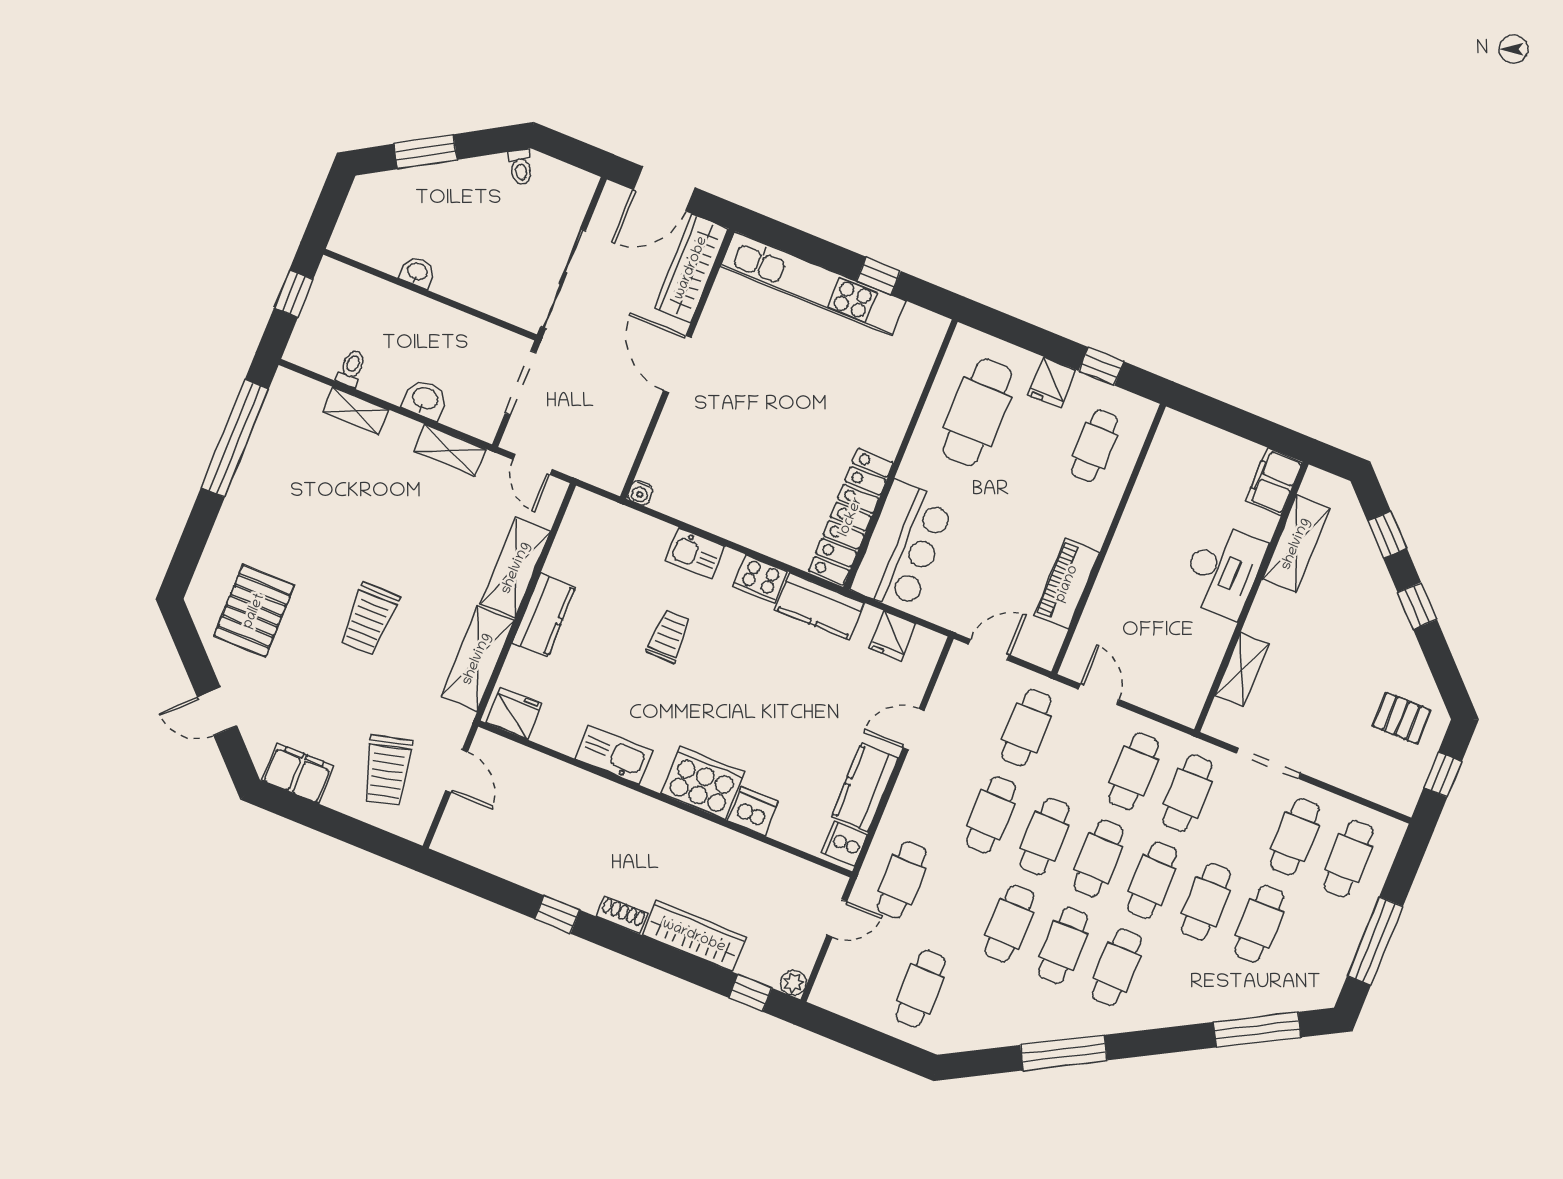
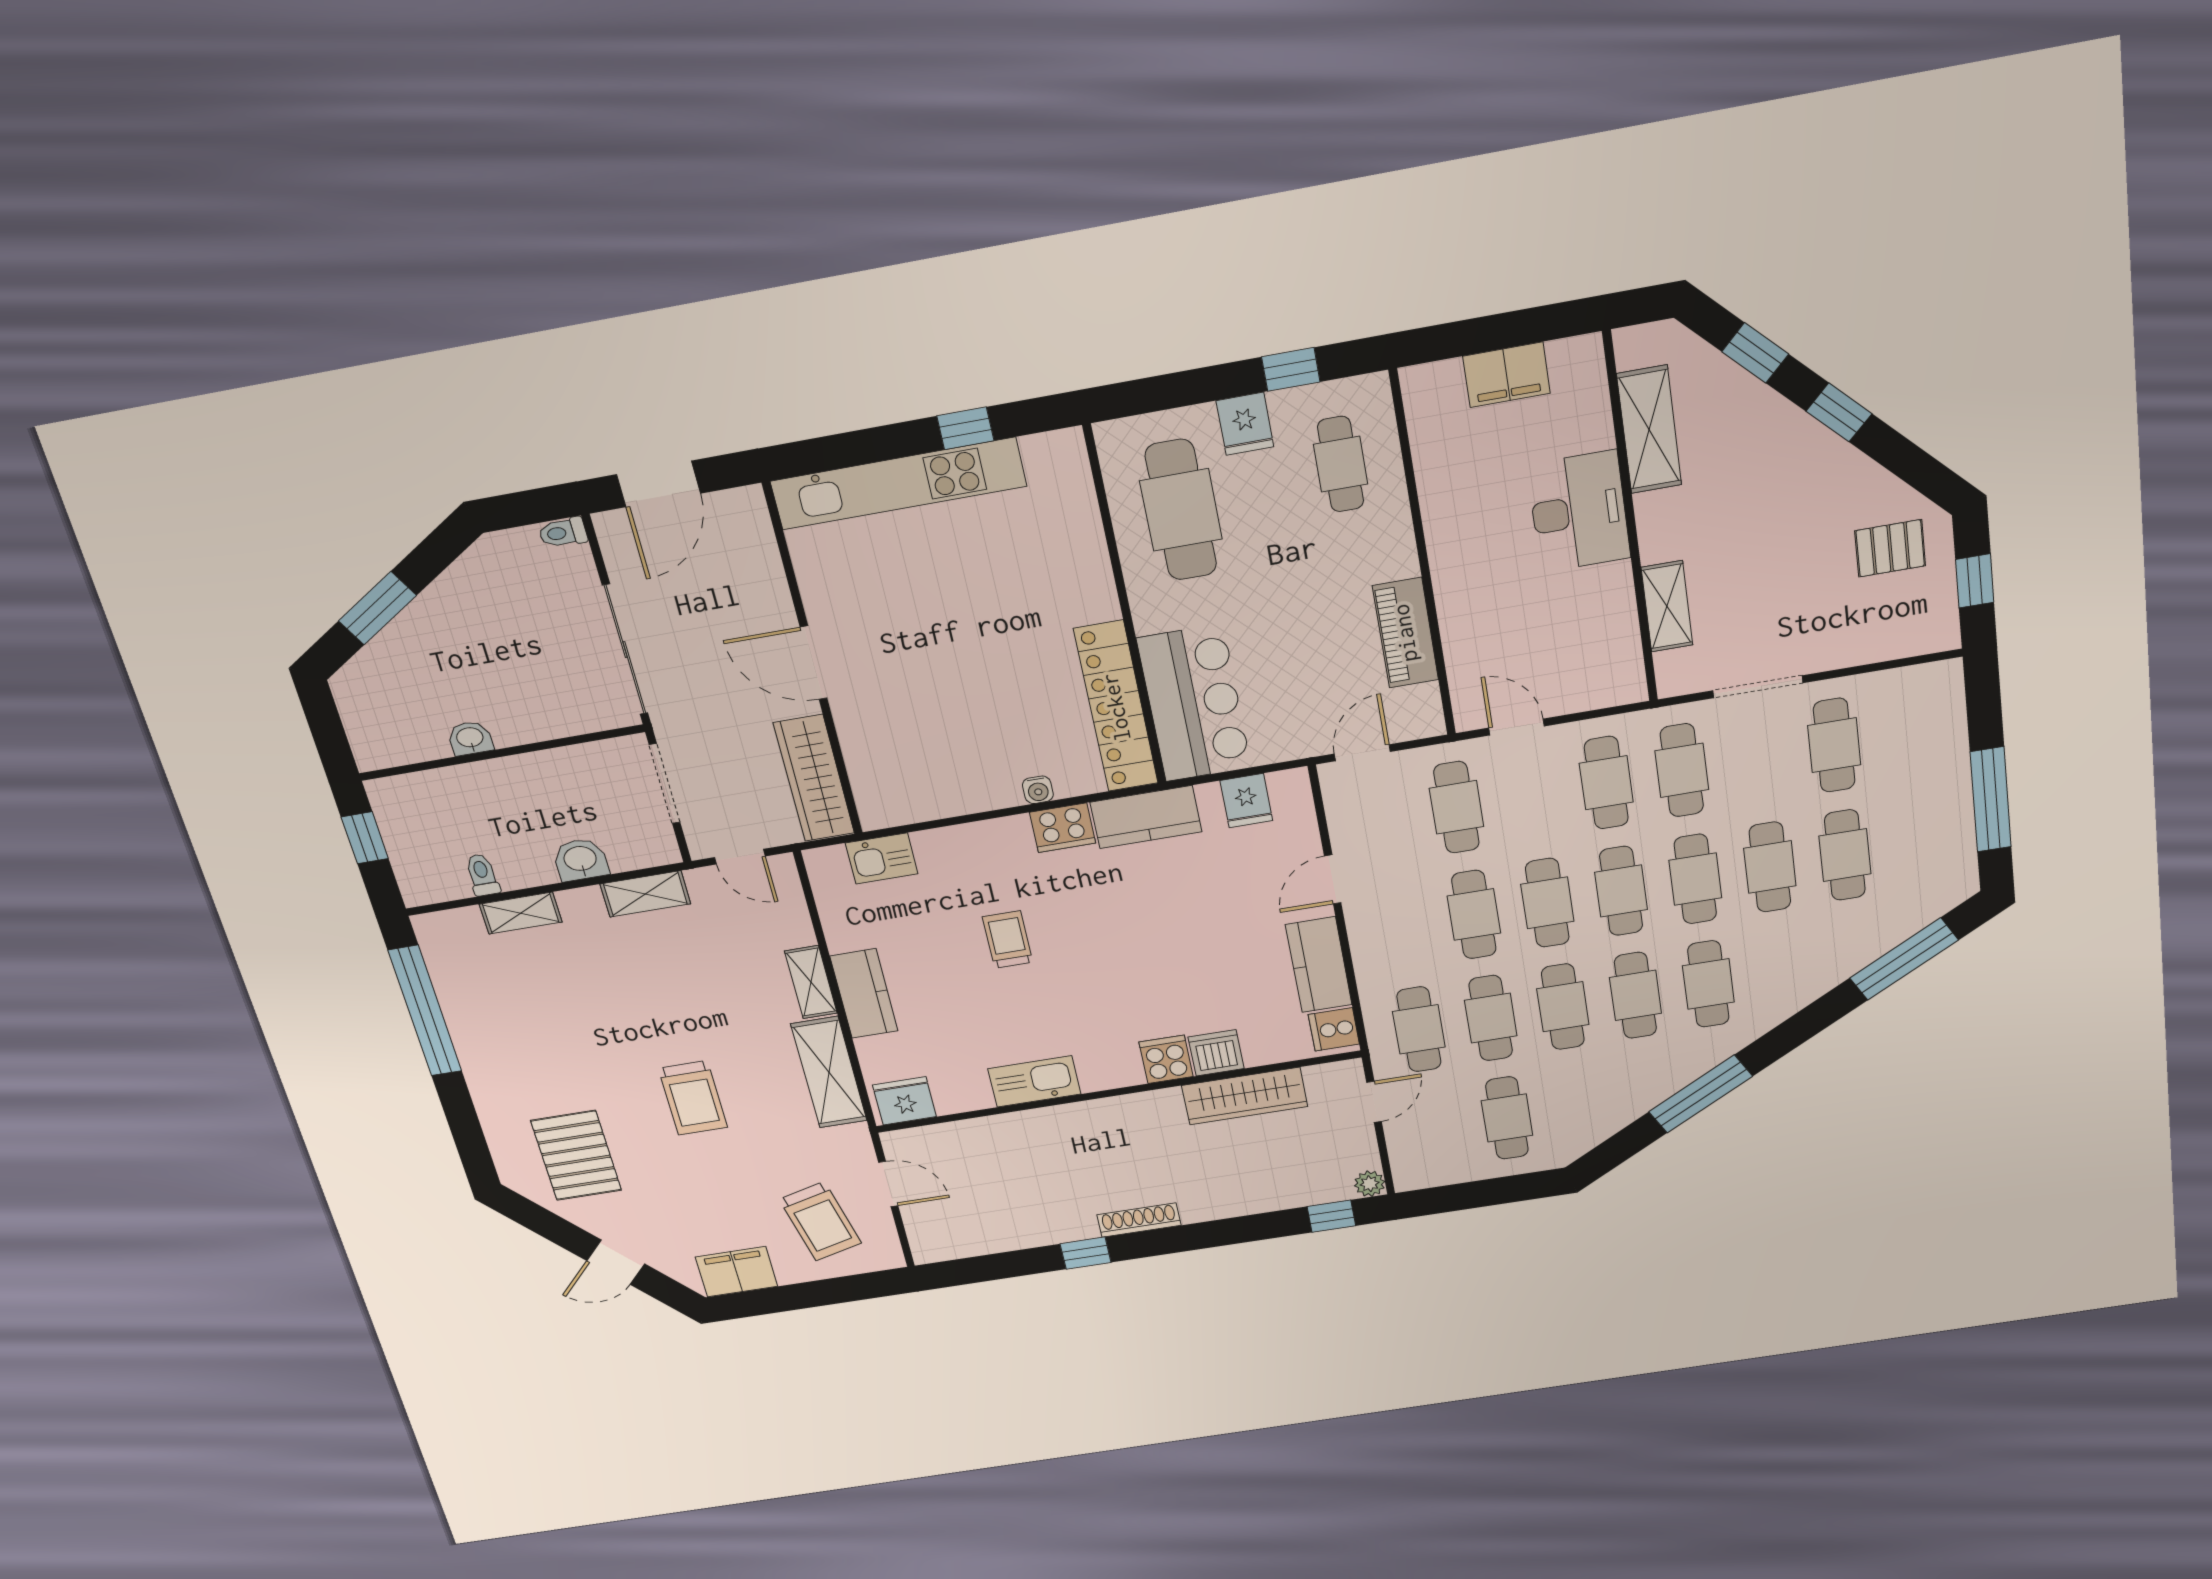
toilet: (521, 167) -> (563, 533), moved, turned 121
wardrobe: (691, 268) -> (814, 778), moved
filing cabinet: (1274, 481) -> (1506, 375), moved, turned -90
water cooler: (640, 493) -> (1038, 790), moved
kitchen sink: (695, 553) -> (882, 858), moved
shelving: (516, 568) -> (811, 982), width x0.67, depth x0.75
cooker: (703, 783) -> (1166, 1059), width x0.53, depth x0.76
cafe table: (1349, 859) -> (1491, 1018), moved
shoe rack: (622, 915) -> (1139, 1220), width x1.43
wardrobe: (694, 936) -> (1245, 1096), moved, turned 180

